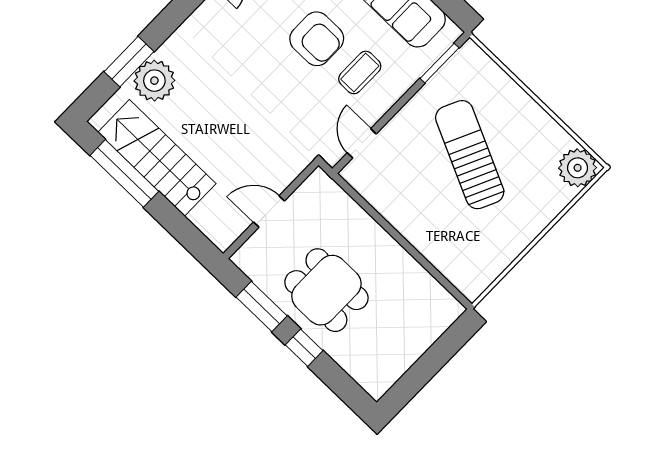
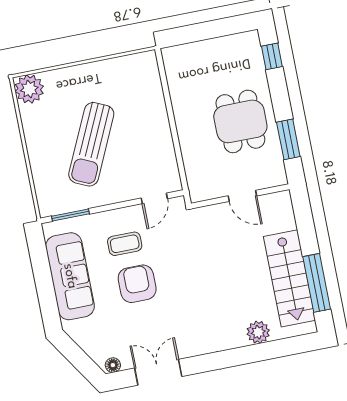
window: (129, 62) -> (265, 351), removed
plant: (154, 81) -> (258, 332), width x0.73, depth x0.73
window: (304, 348) -> (272, 56), moved

